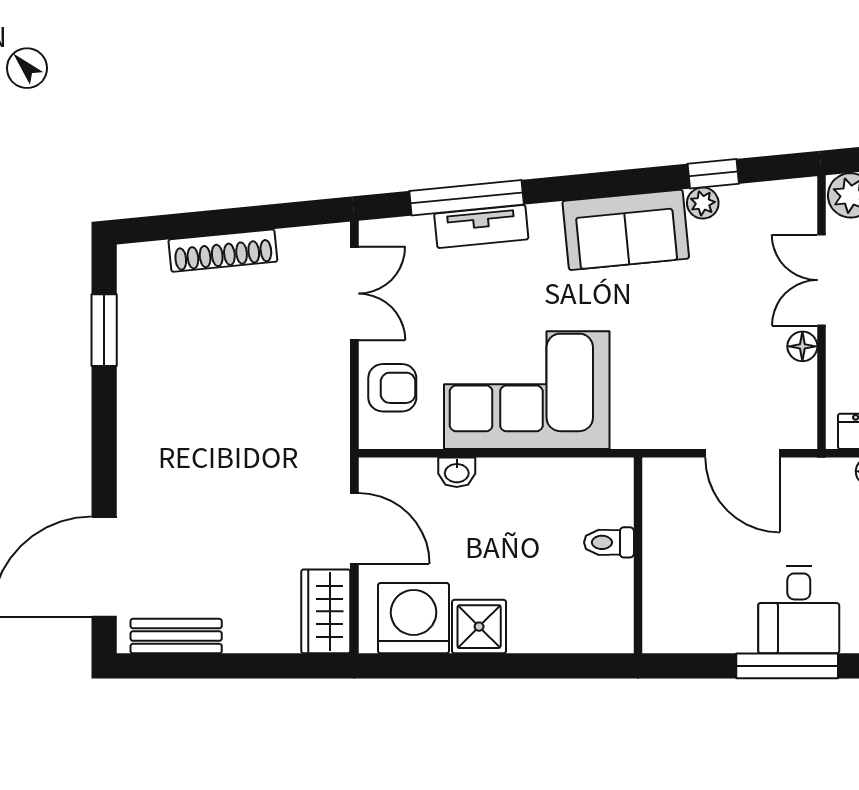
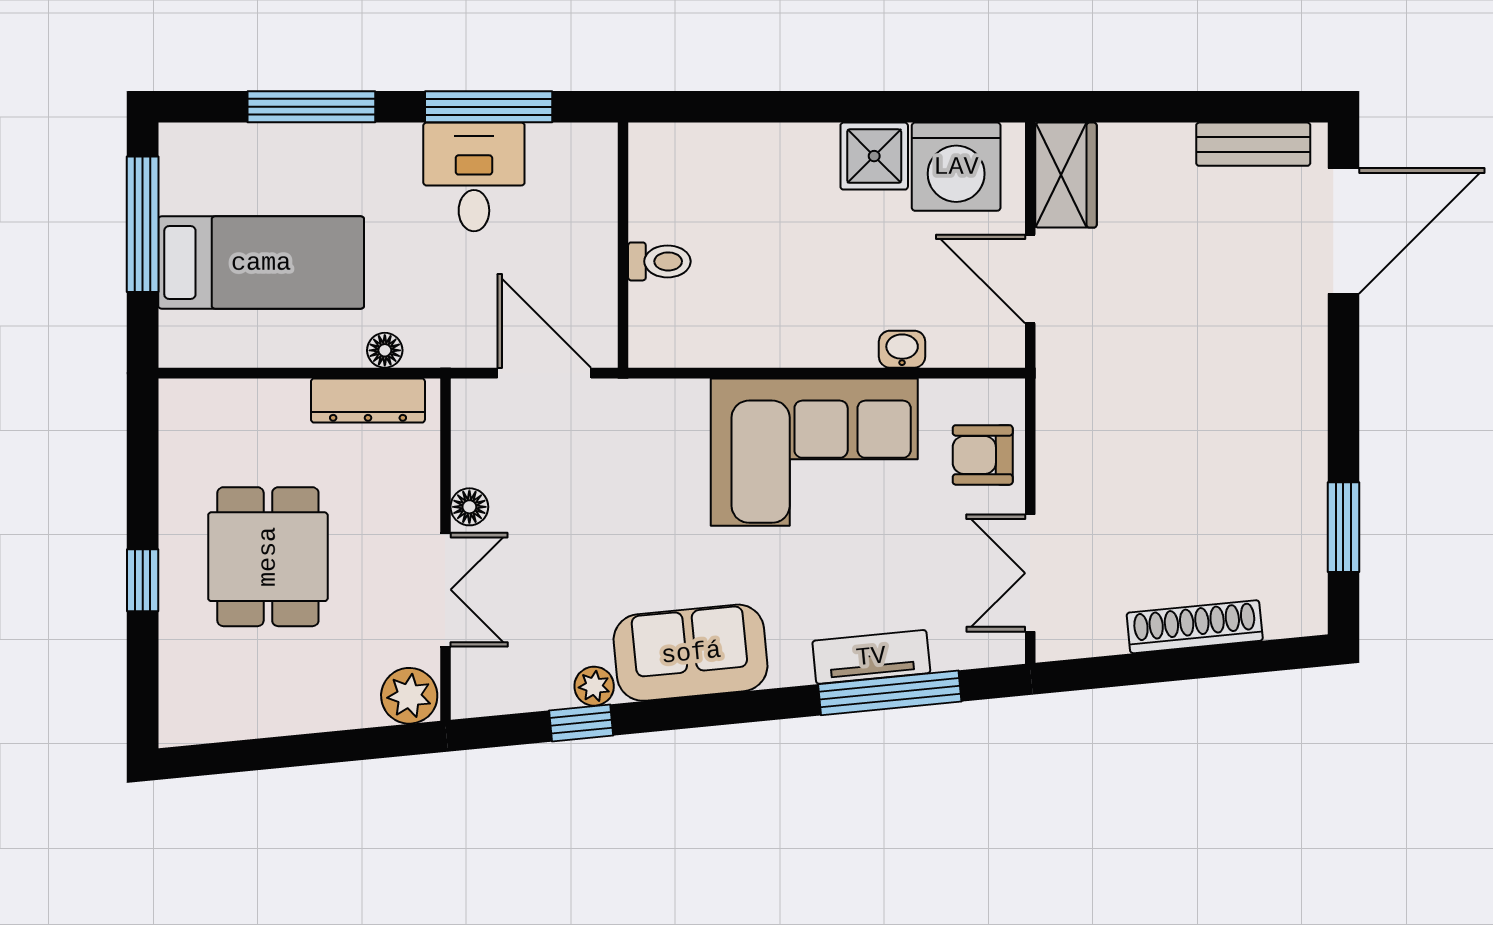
toilet: (609, 542) -> (659, 261), moved
wall: (638, 555) -> (623, 245), moved

